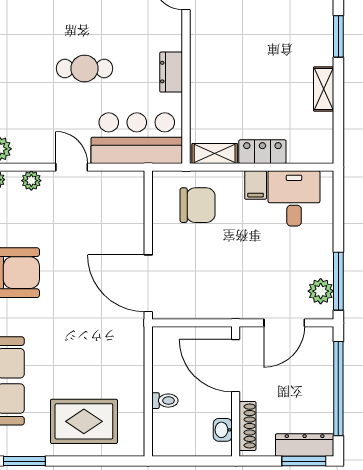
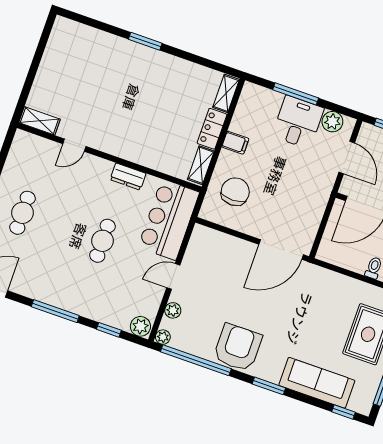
shelving: (324, 89) -> (226, 93), moved, turned 90
desk: (294, 198) -> (298, 122), moved, turned 90
window: (338, 281) -> (296, 94), moved

